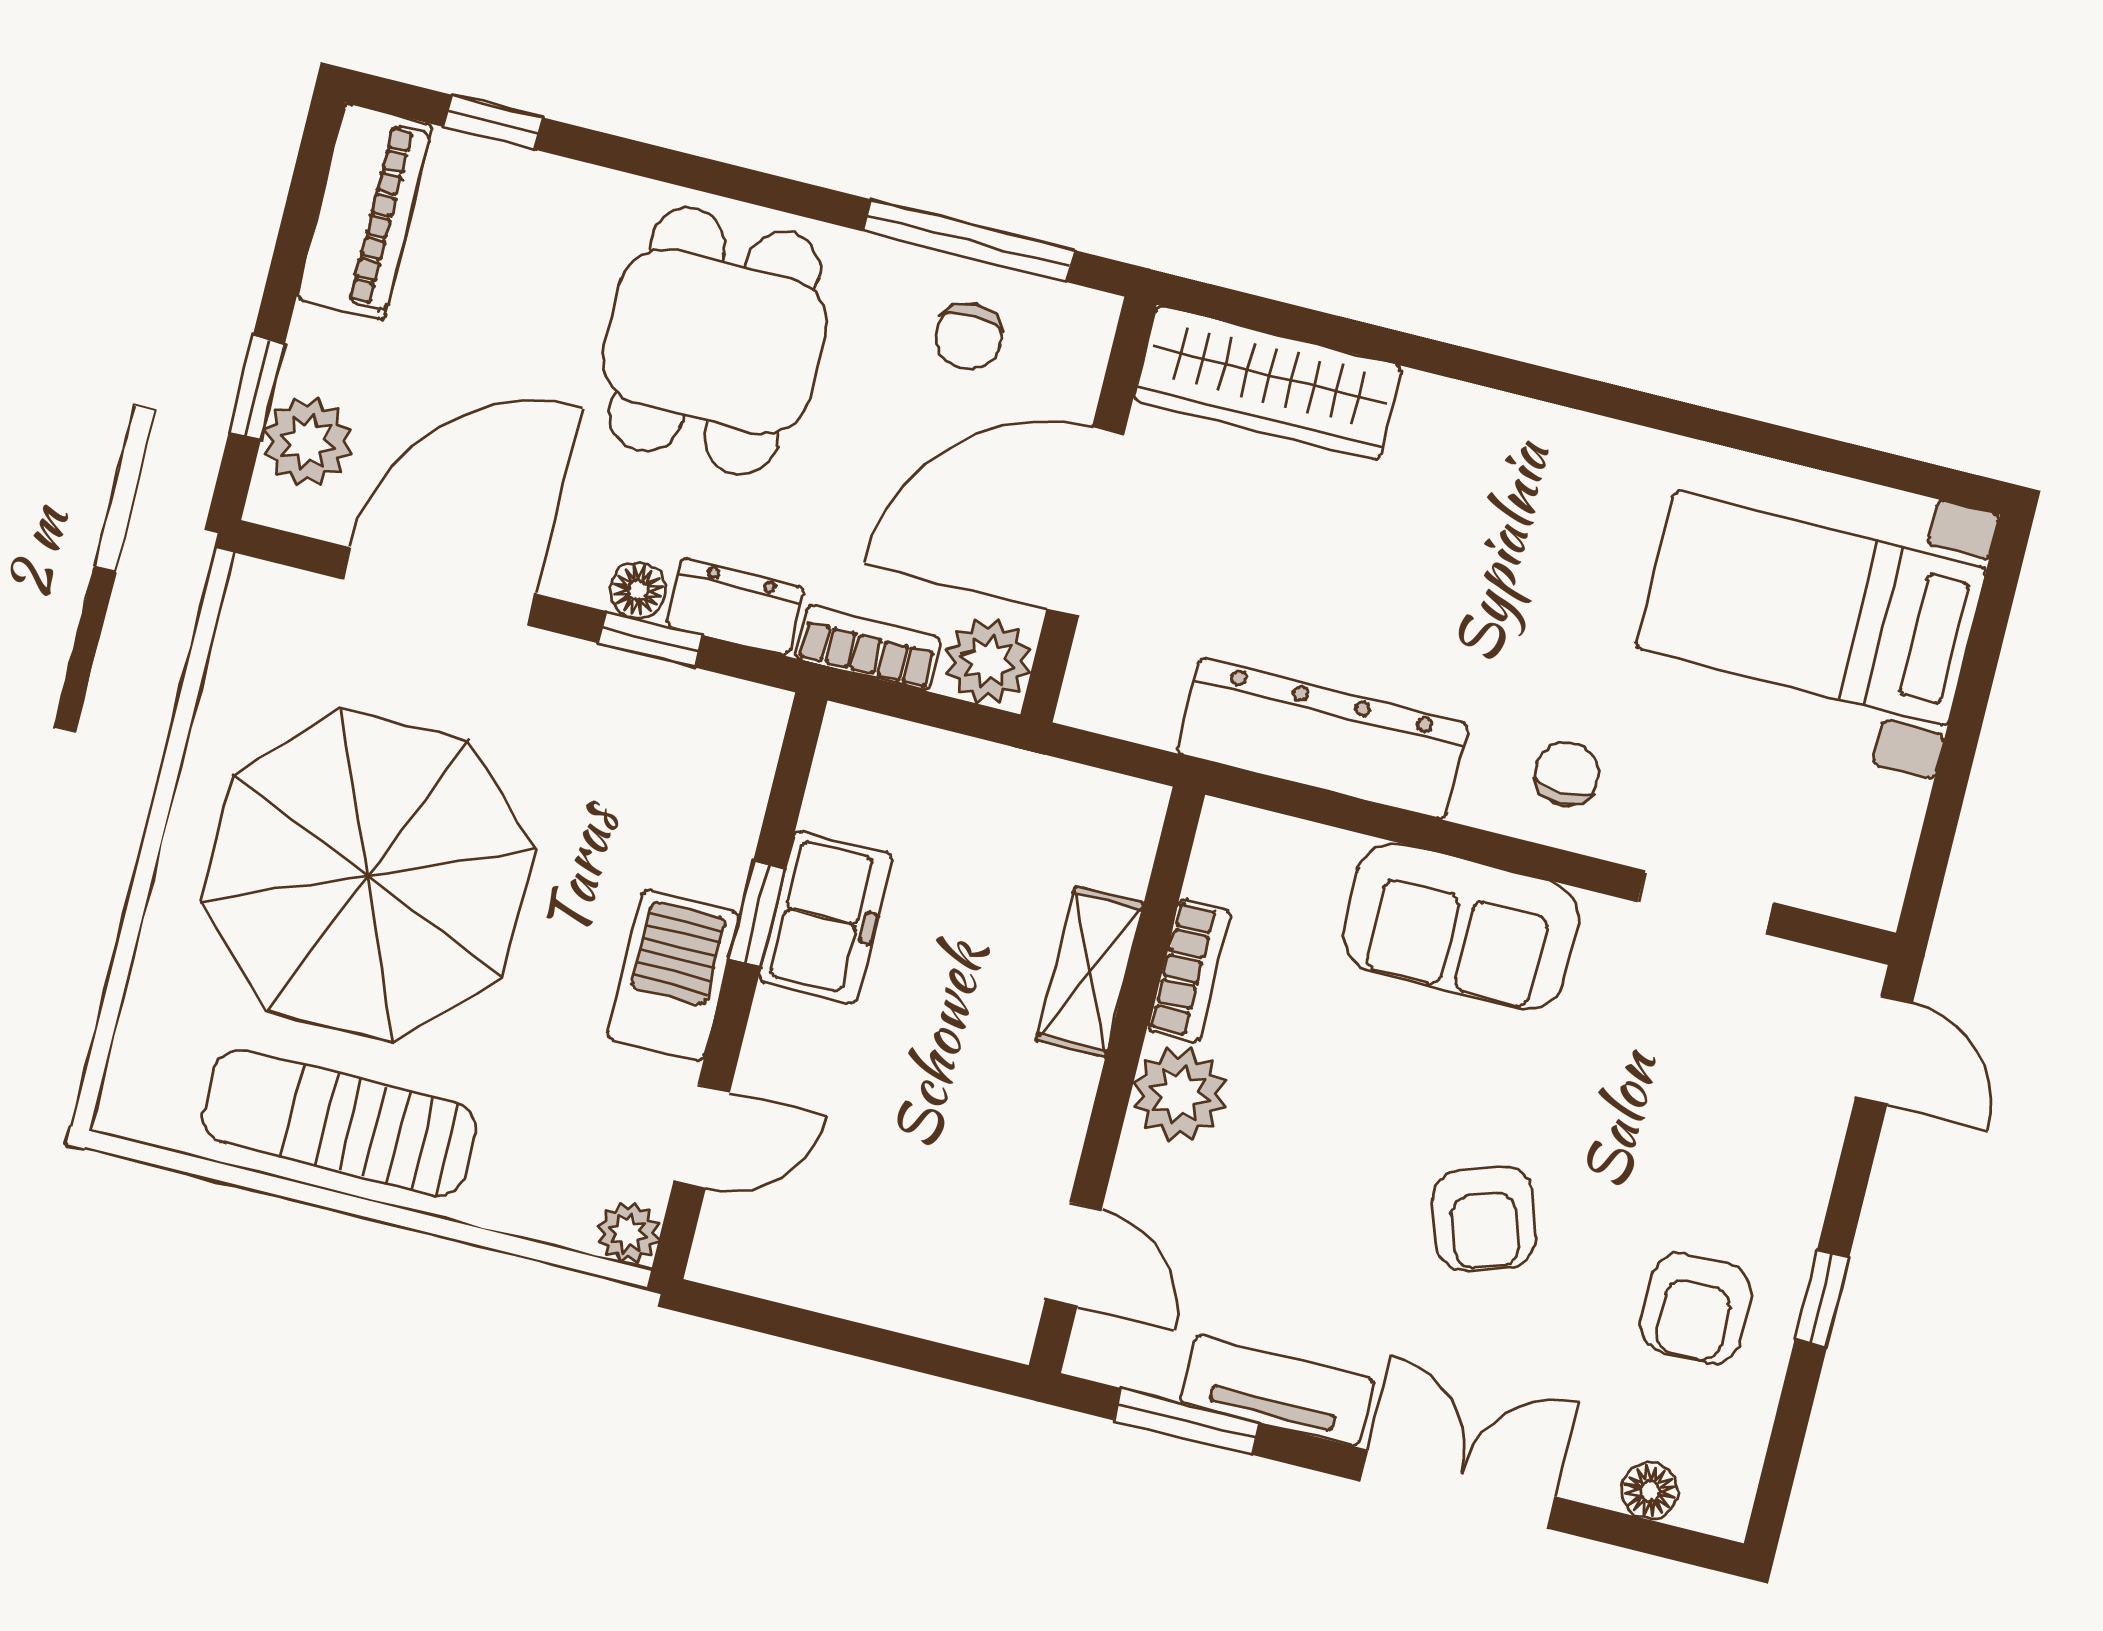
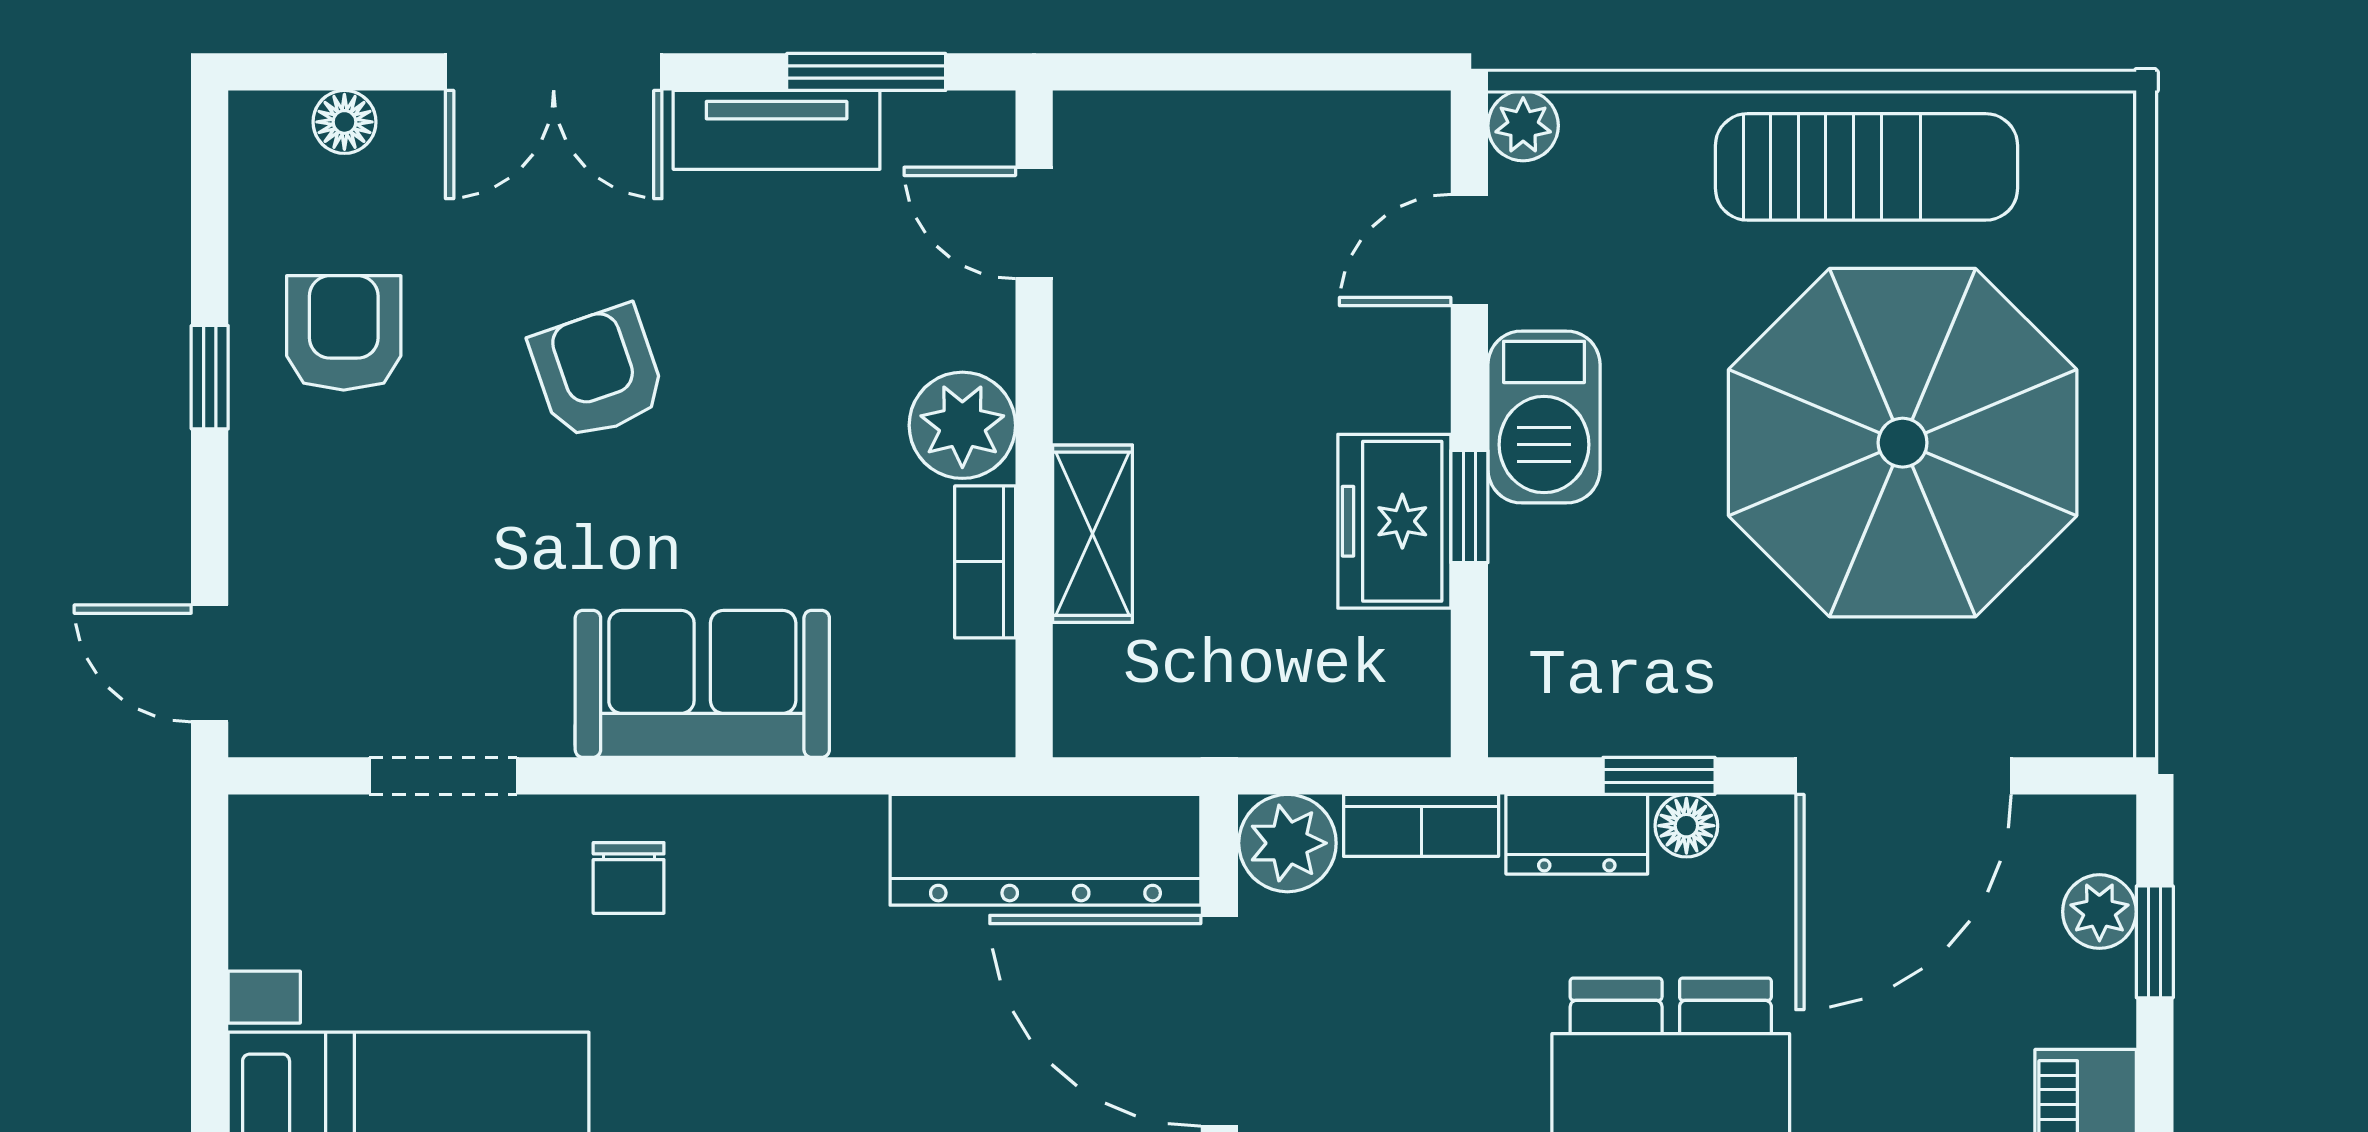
plant: (307, 441) -> (2099, 912), width x0.73, depth x0.73
door: (1085, 522) -> (1219, 1021), swing flipped
dresser: (1322, 739) -> (1045, 850), moved

